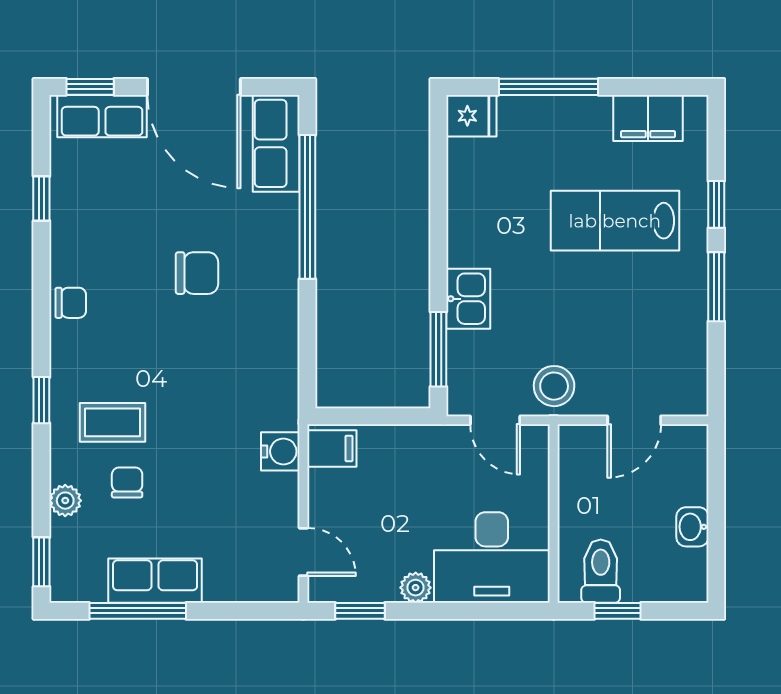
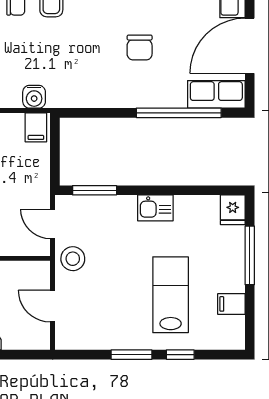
filing cabinet: (648, 118) -> (231, 304), width x0.50
kitchen sink: (468, 299) -> (155, 208), moved
door: (495, 420) -> (53, 224), hinge flipped

